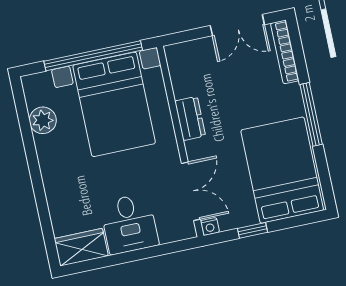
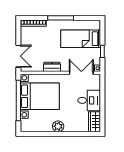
double door: (237, 25) -> (18, 56), moved
plant: (43, 120) -> (58, 126), moved
bed: (282, 170) -> (81, 39), width x0.67

